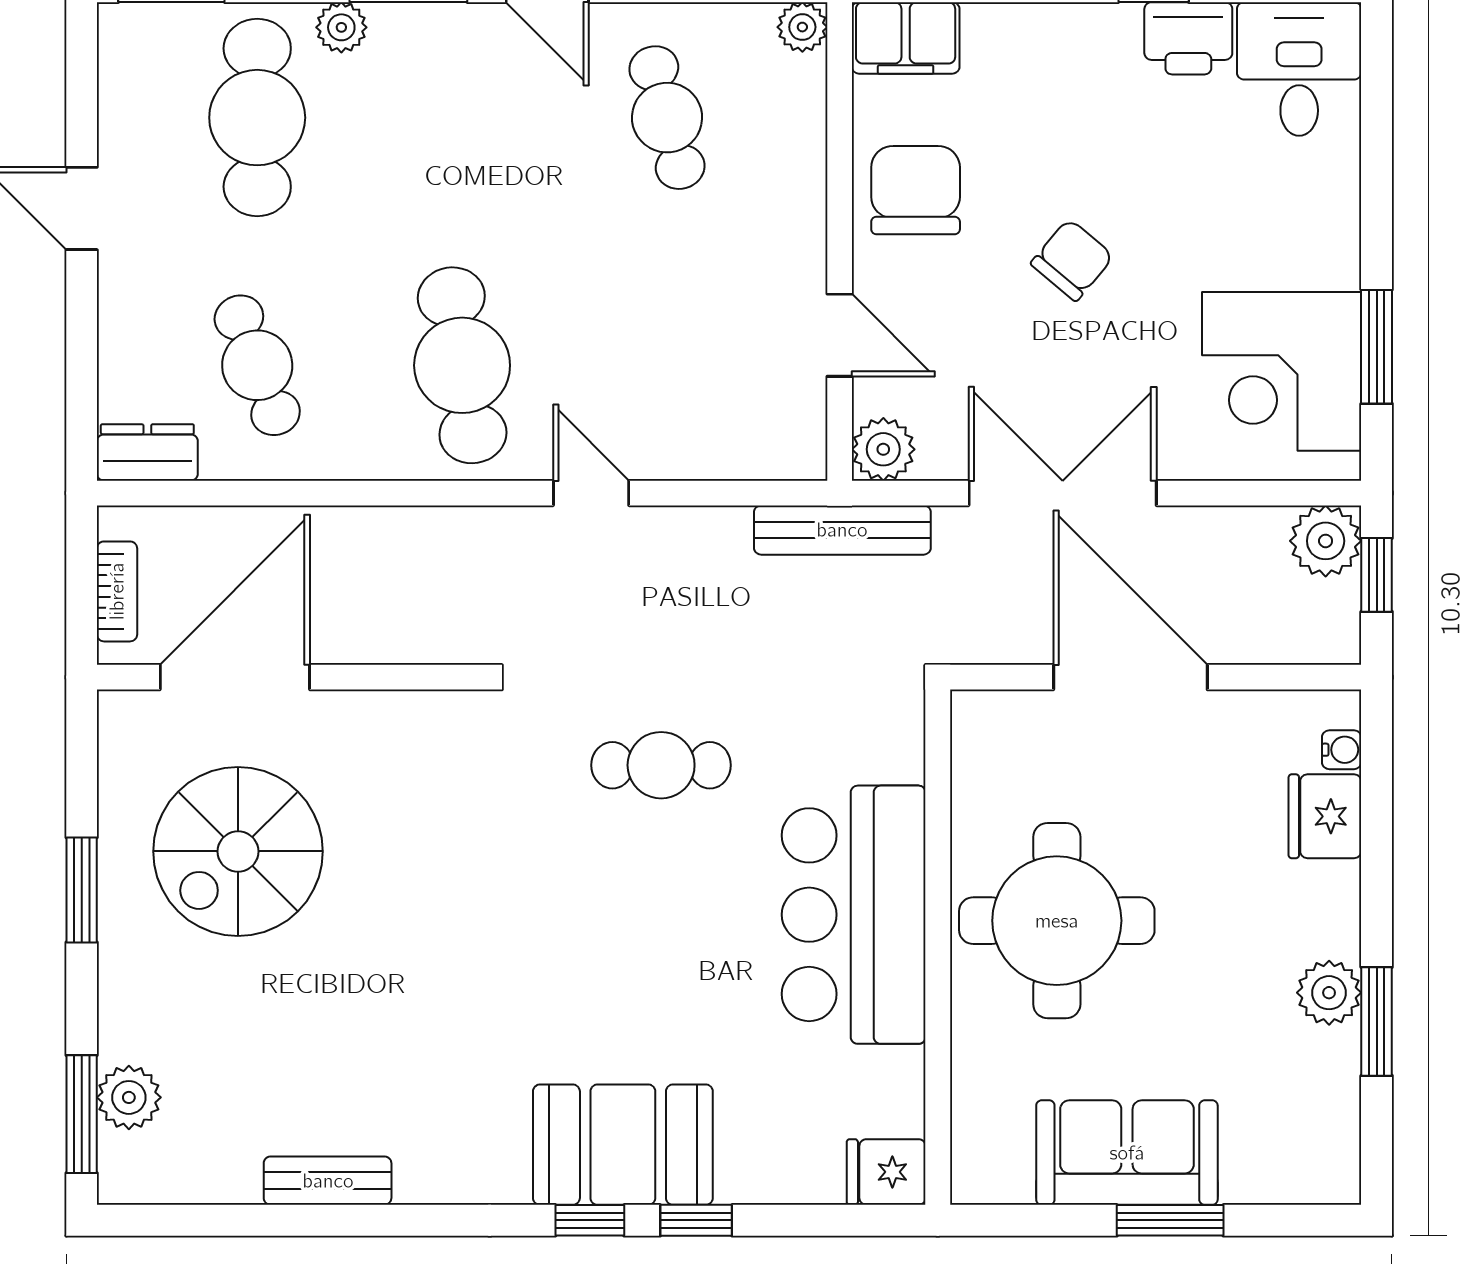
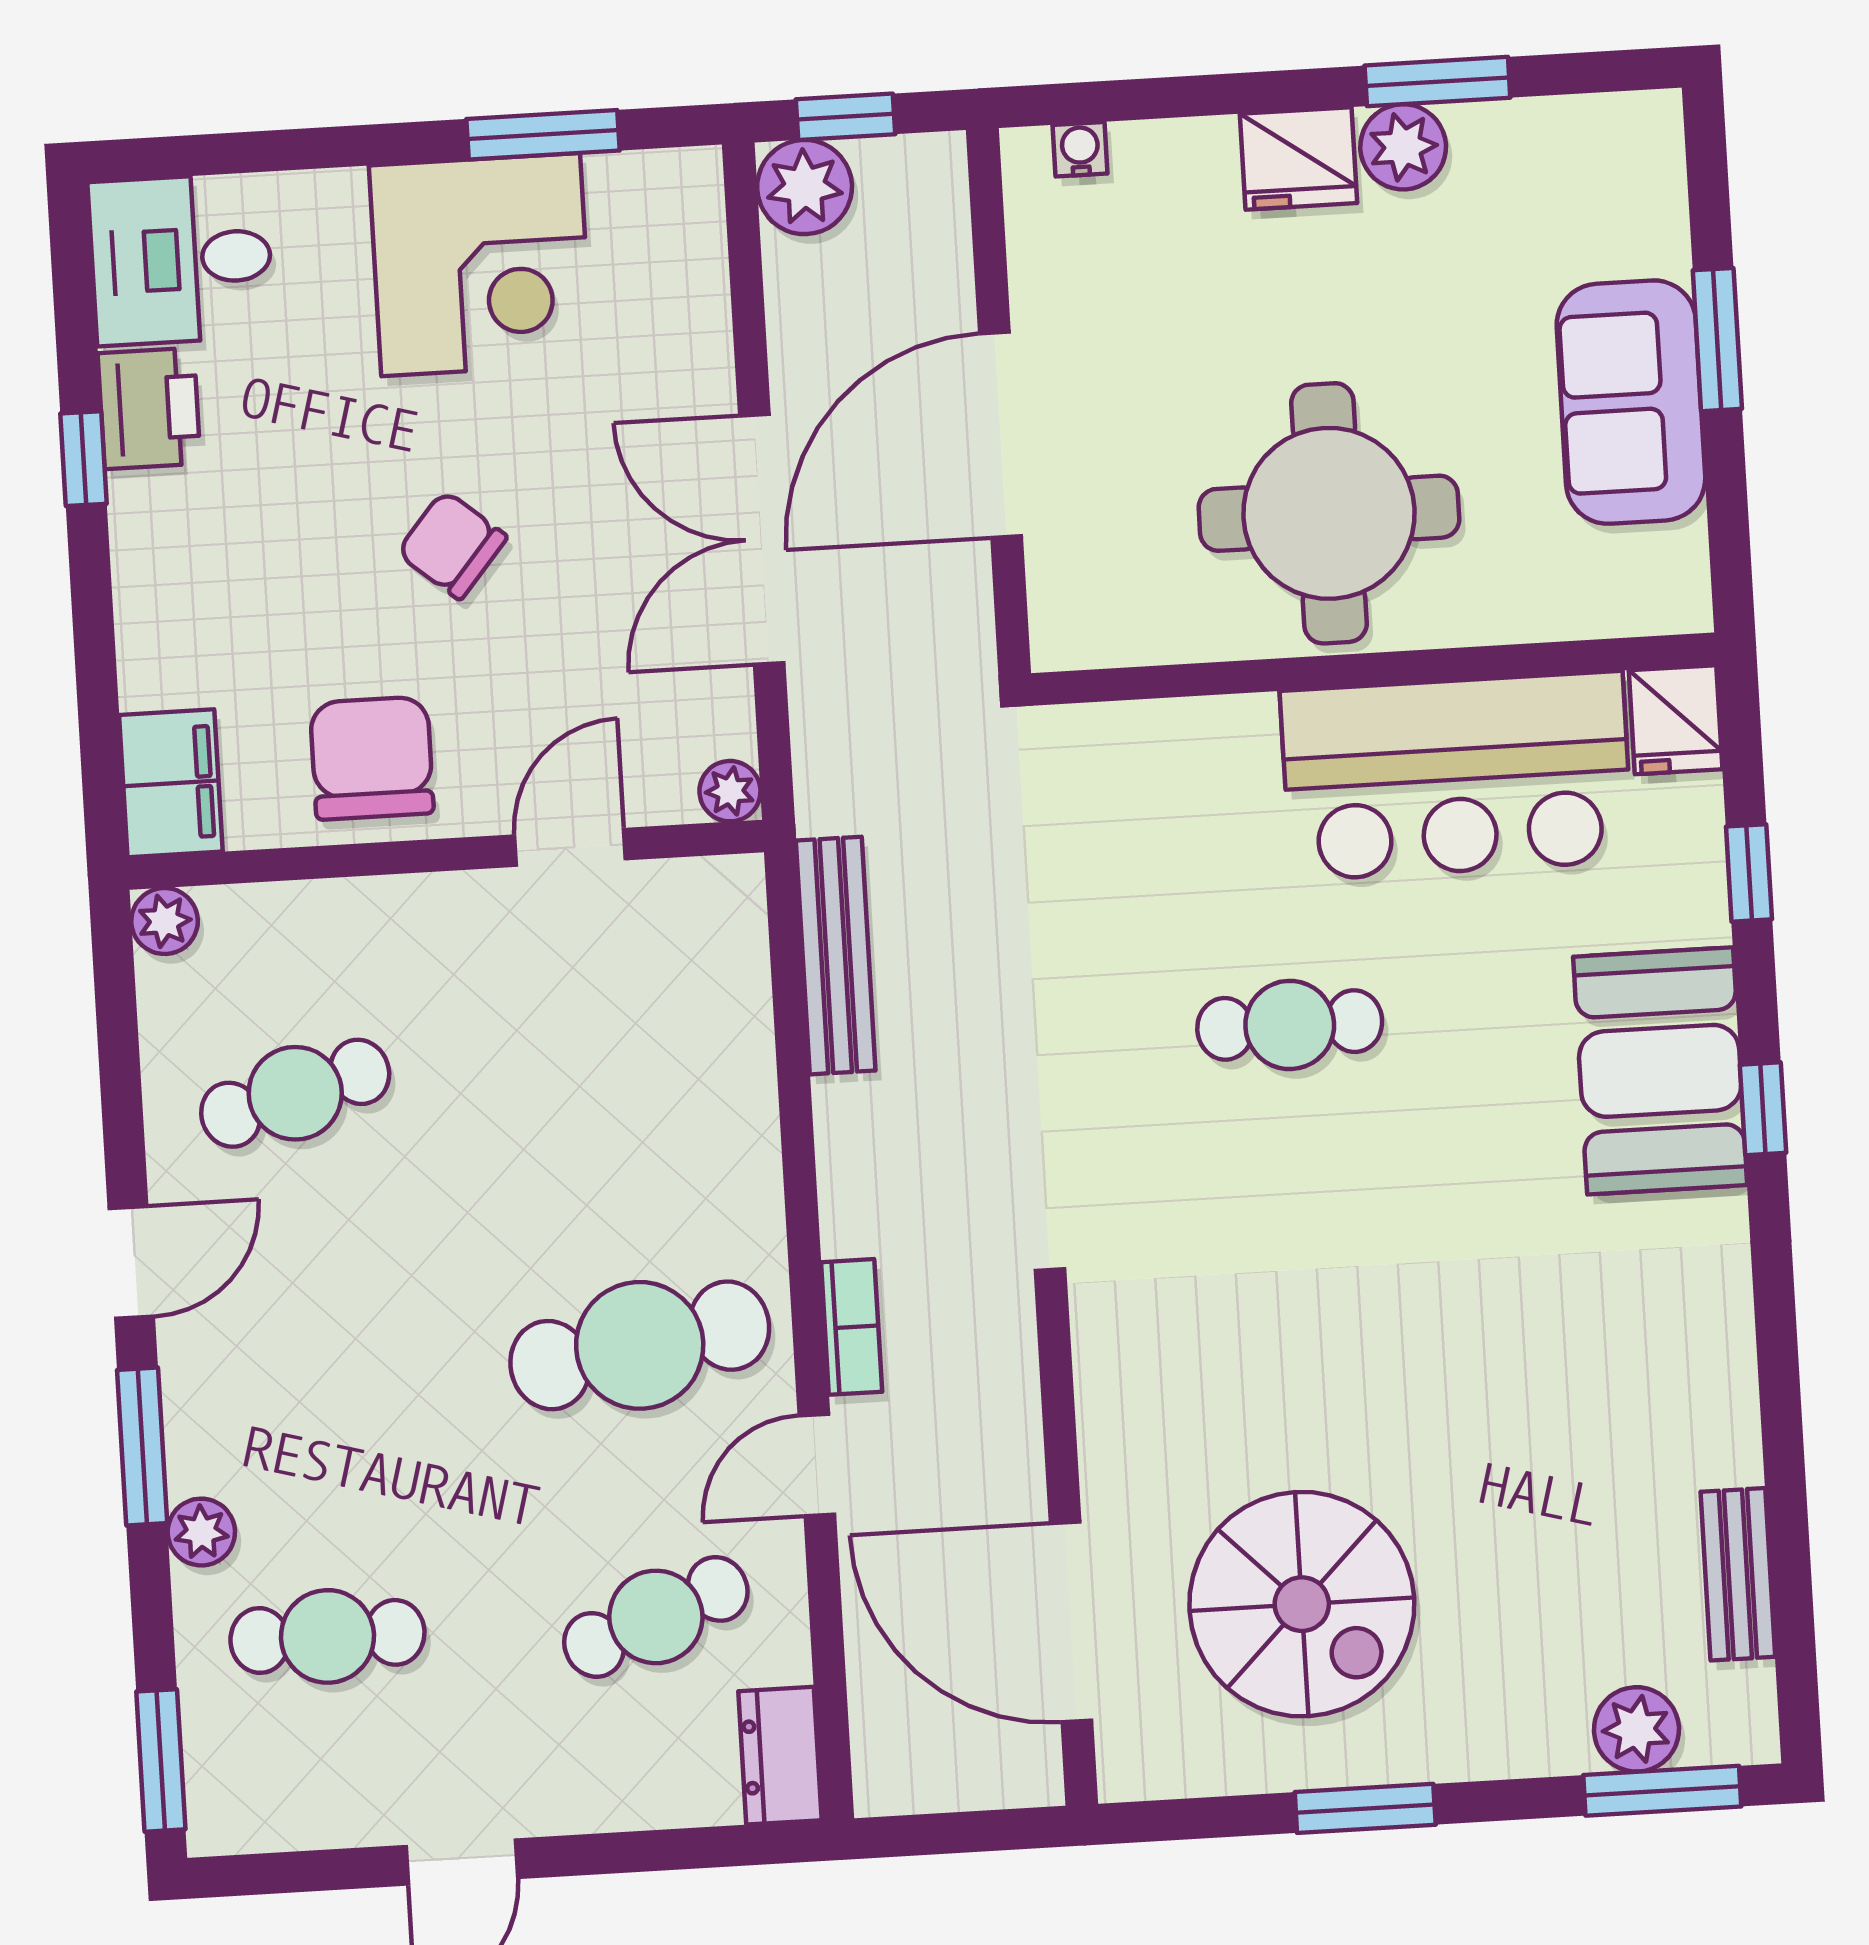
cafe table: (257, 118) -> (327, 1636), width x0.73, depth x0.74
chair: (916, 190) -> (372, 758), turned 90
corner desk: (1282, 371) -> (481, 265), moved
plant: (883, 449) -> (730, 791), width x0.73, depth x0.73
door: (591, 493) -> (817, 1465), moved
bench: (842, 530) -> (836, 956), moved
bookcase: (117, 591) -> (852, 1327), moved, turned 90
cafe table: (661, 765) -> (1290, 1025), moved, turned 90
fridge: (1325, 816) -> (1299, 158), moved
bar counter: (854, 915) -> (1457, 776), moved
bench: (328, 1181) -> (1738, 1574), moved
window: (696, 1220) -> (1749, 873), moved

